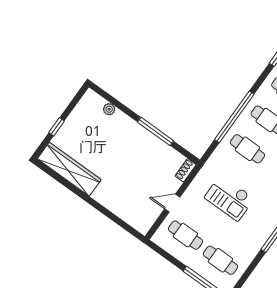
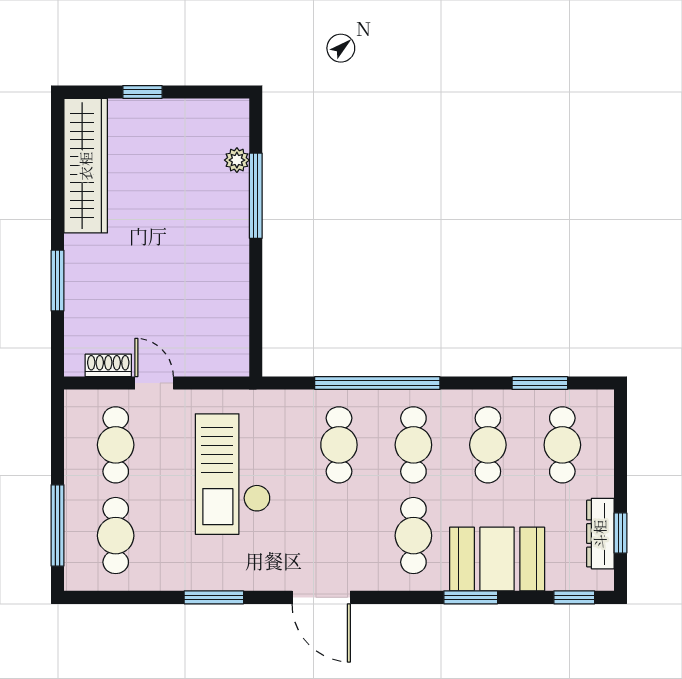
window: (155, 131) -> (256, 196), moved
shoe rack: (185, 170) -> (108, 365), moved
checkout: (229, 198) -> (233, 474), width x1.36, depth x1.21
window: (106, 212) -> (58, 281), added

